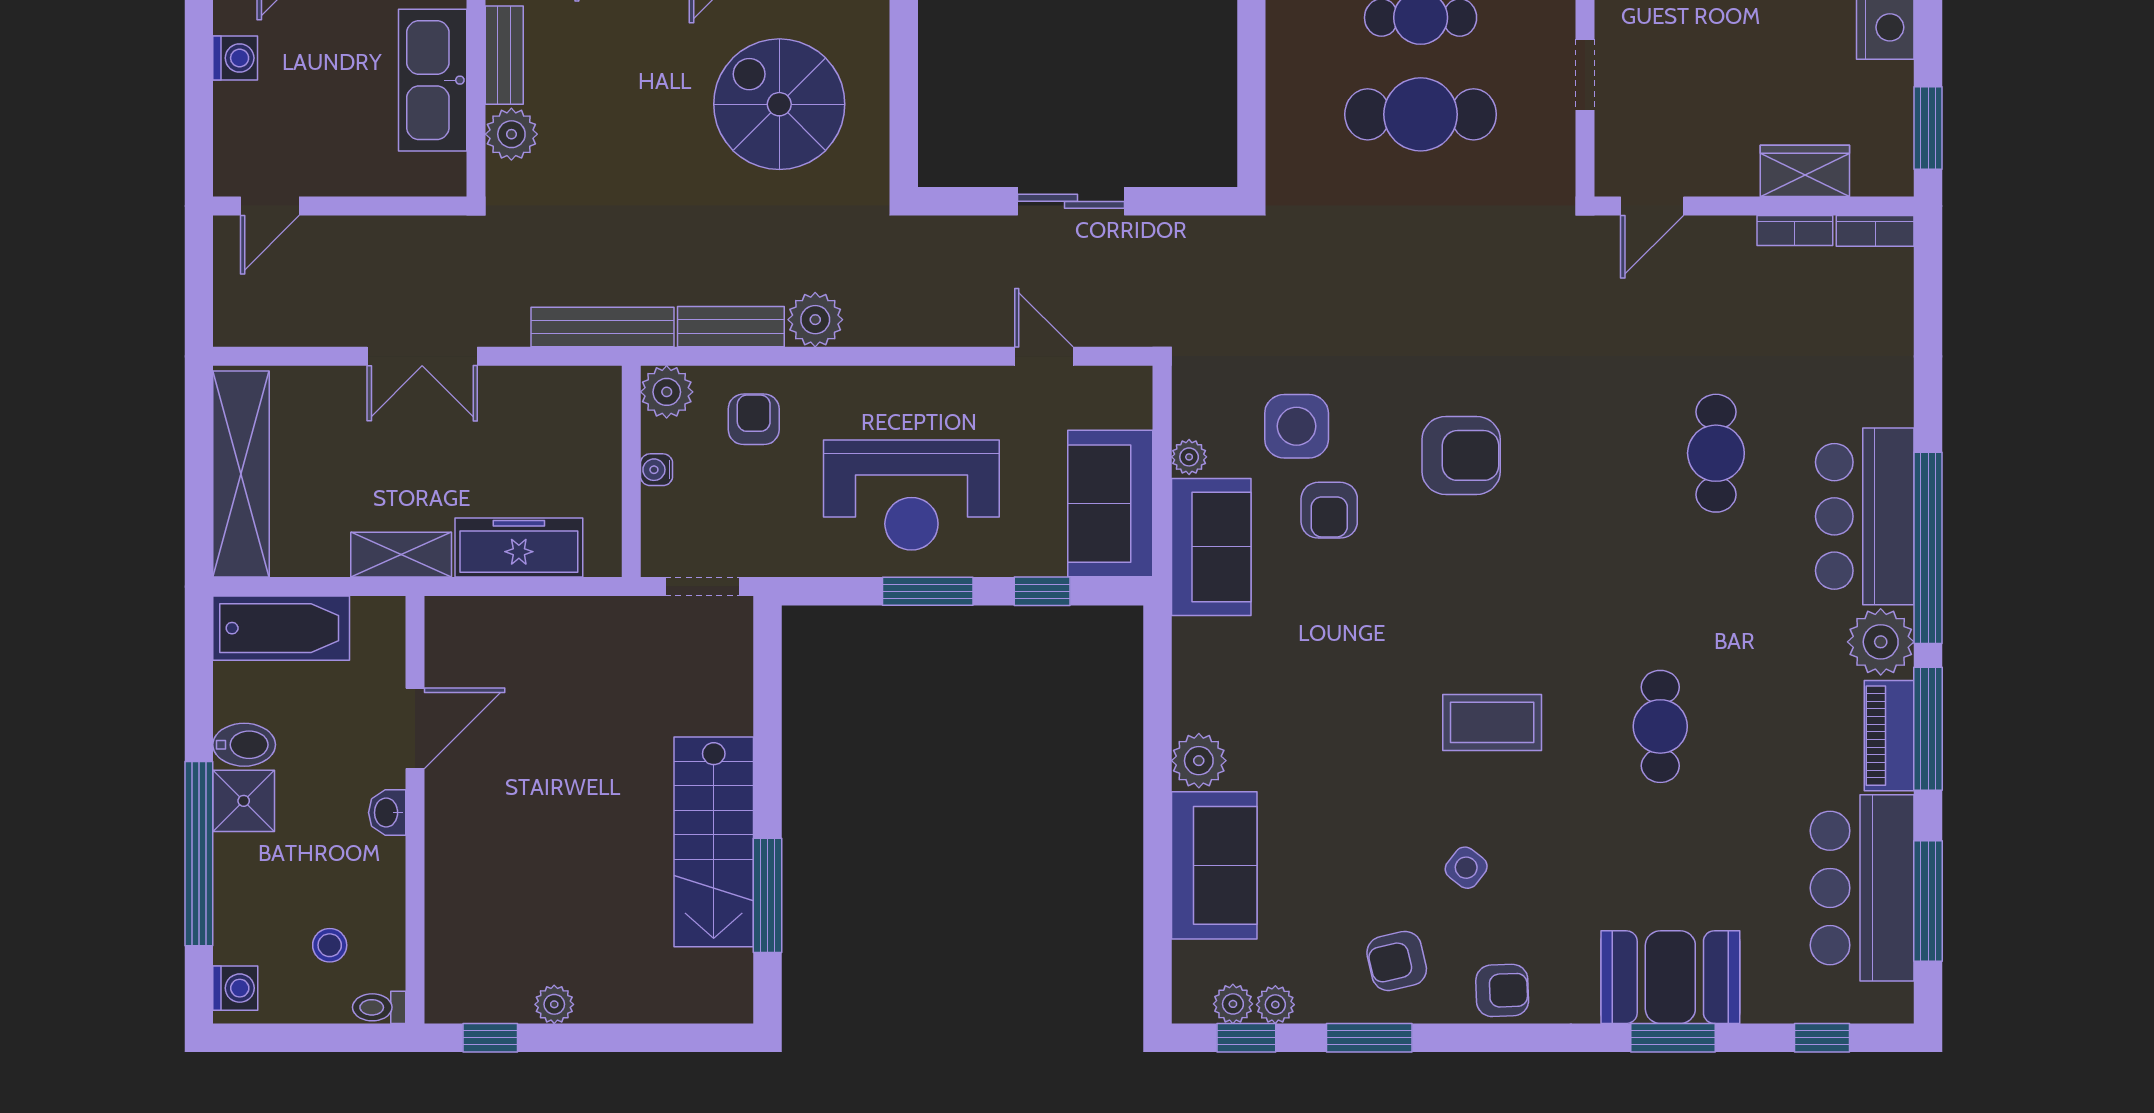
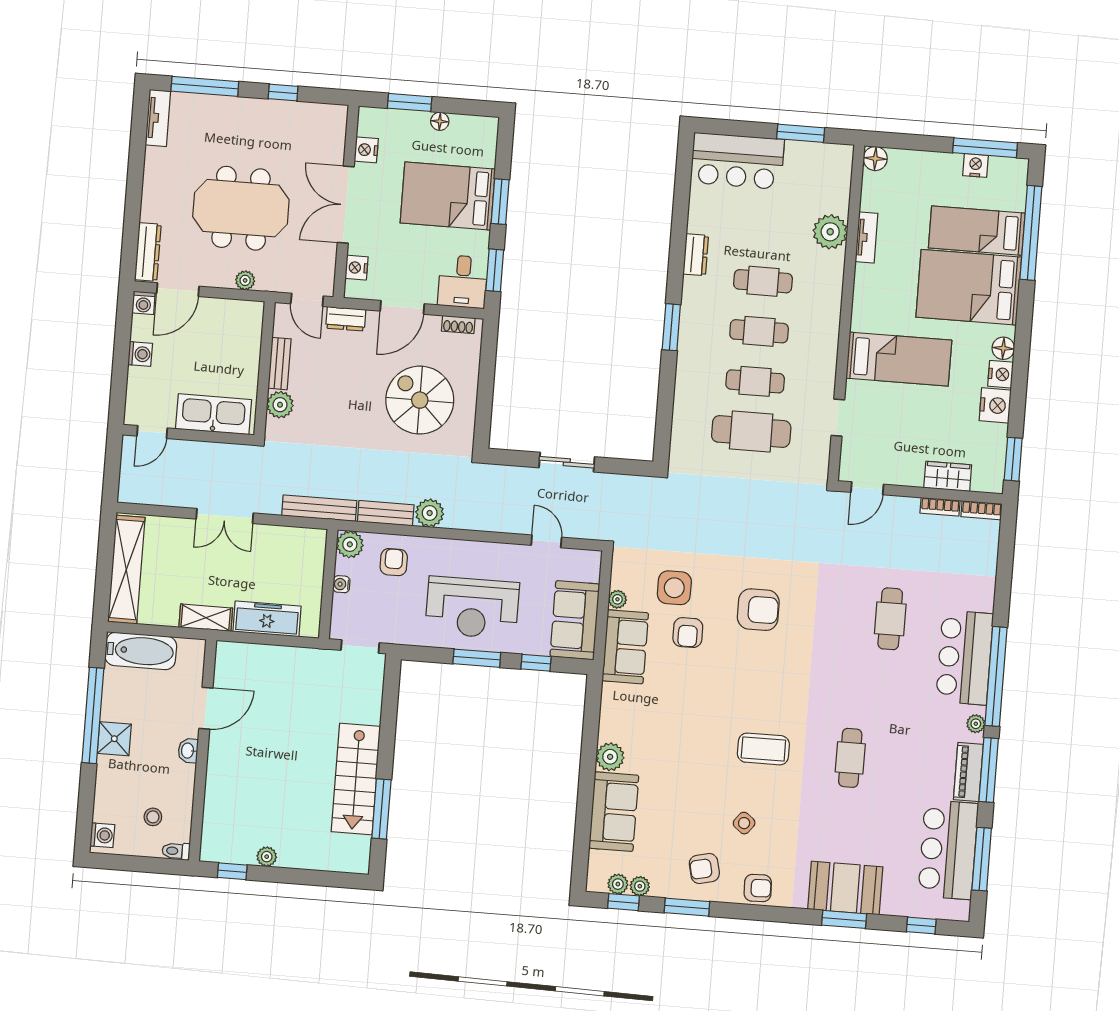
kitchen sink: (433, 80) -> (214, 414), moved, turned 90
plant: (1881, 642) -> (976, 724), width x0.53, depth x0.53
bidet: (244, 745) -> (117, 710), removed
window: (199, 854) -> (93, 715), moved

